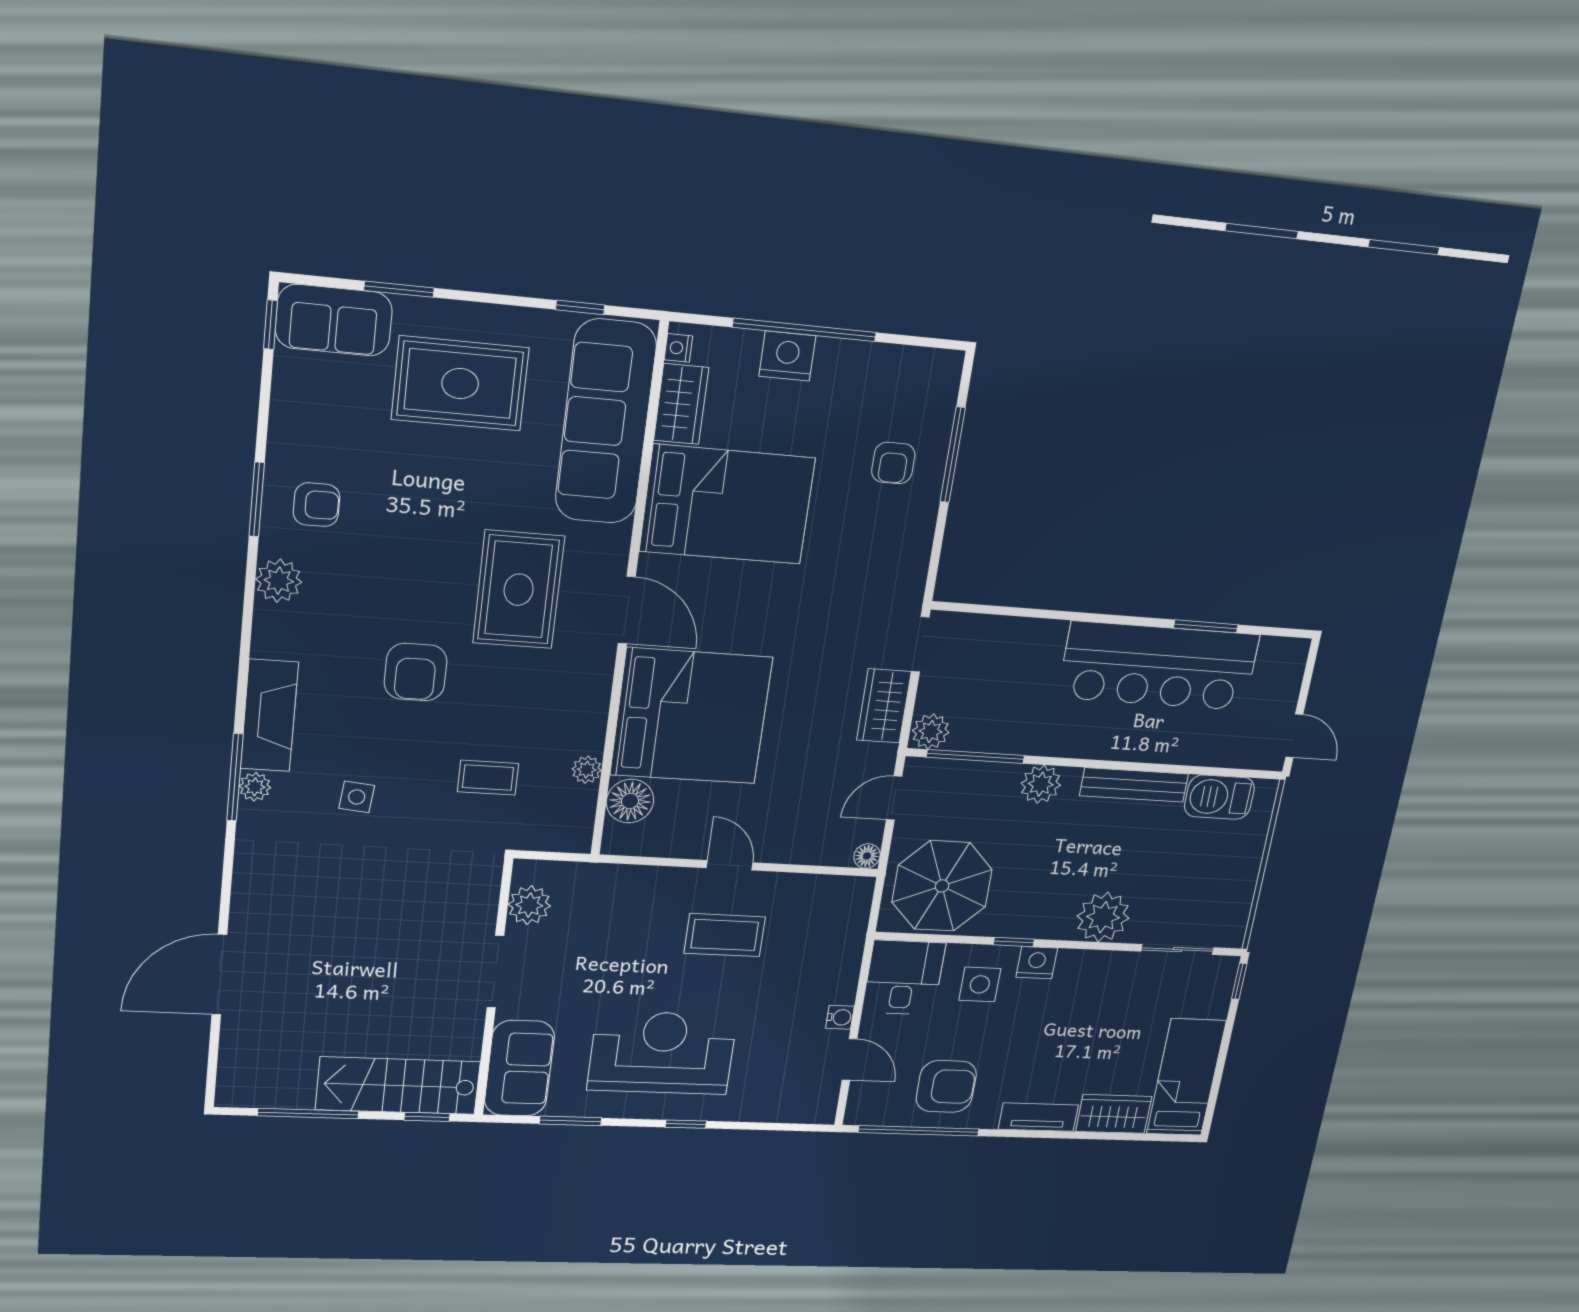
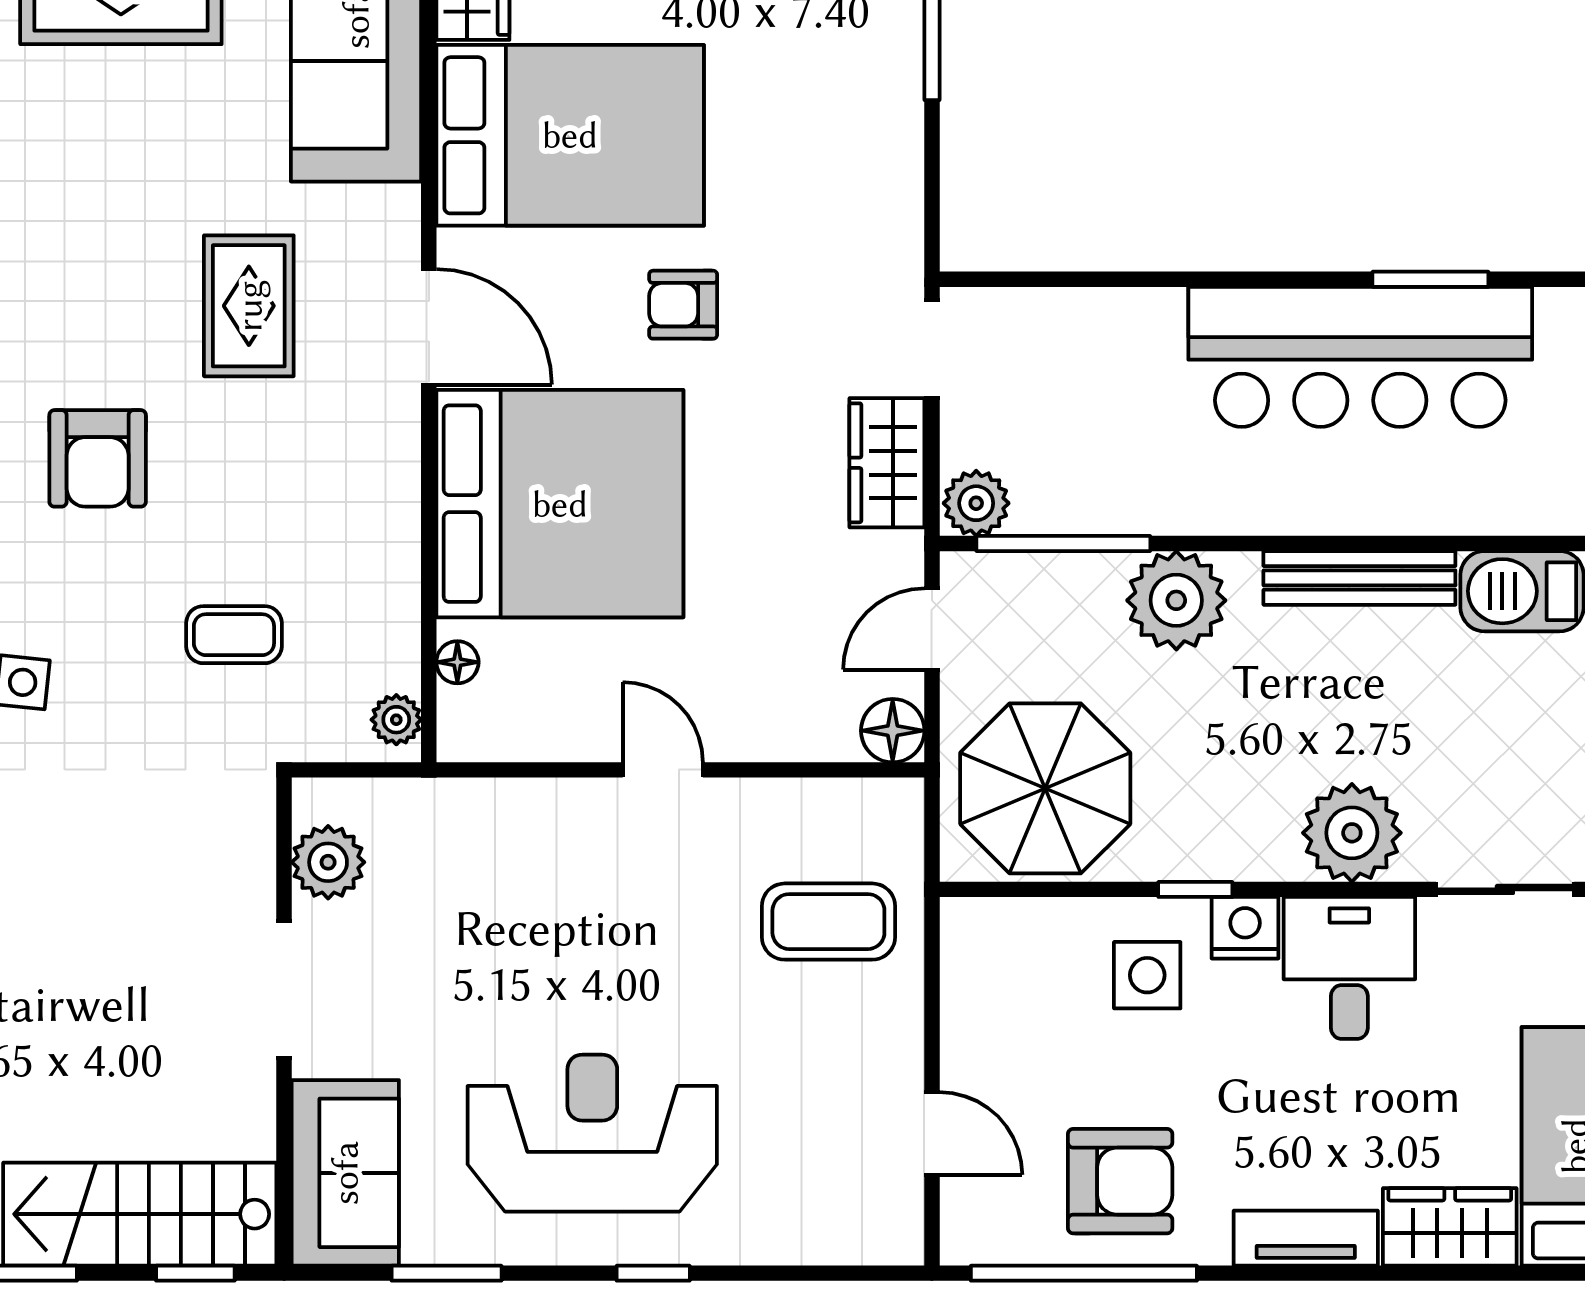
armchair: (893, 463) -> (683, 305), moved, turned 90
rug: (519, 590) -> (249, 306), width x0.73, depth x0.70
plant: (587, 770) -> (396, 720), moved
plant: (1041, 784) -> (1176, 600), width x1.36, depth x1.36
floor lamp: (630, 801) -> (457, 662), width x0.53, depth x0.53
floor lamp: (867, 856) -> (893, 731), width x1.37, depth x1.37
coffee table: (725, 935) -> (828, 922), moved
desk: (904, 978) -> (1349, 968), moved
water cooler: (840, 1017) -> (902, 1051), removed

